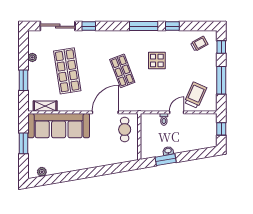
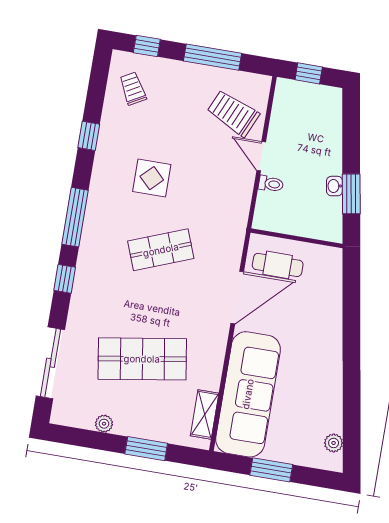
window: (89, 26) -> (65, 279), moved
window: (144, 26) -> (75, 217), moved
door: (105, 112) -> (237, 297), swing flipped

